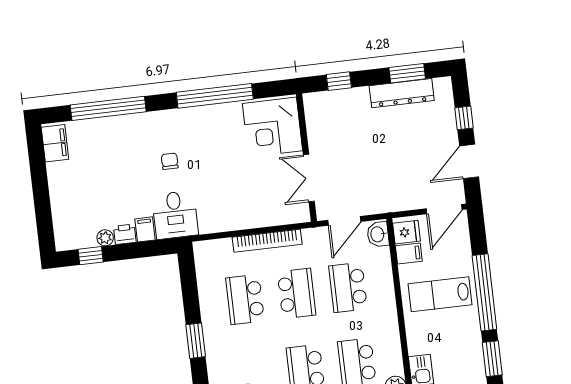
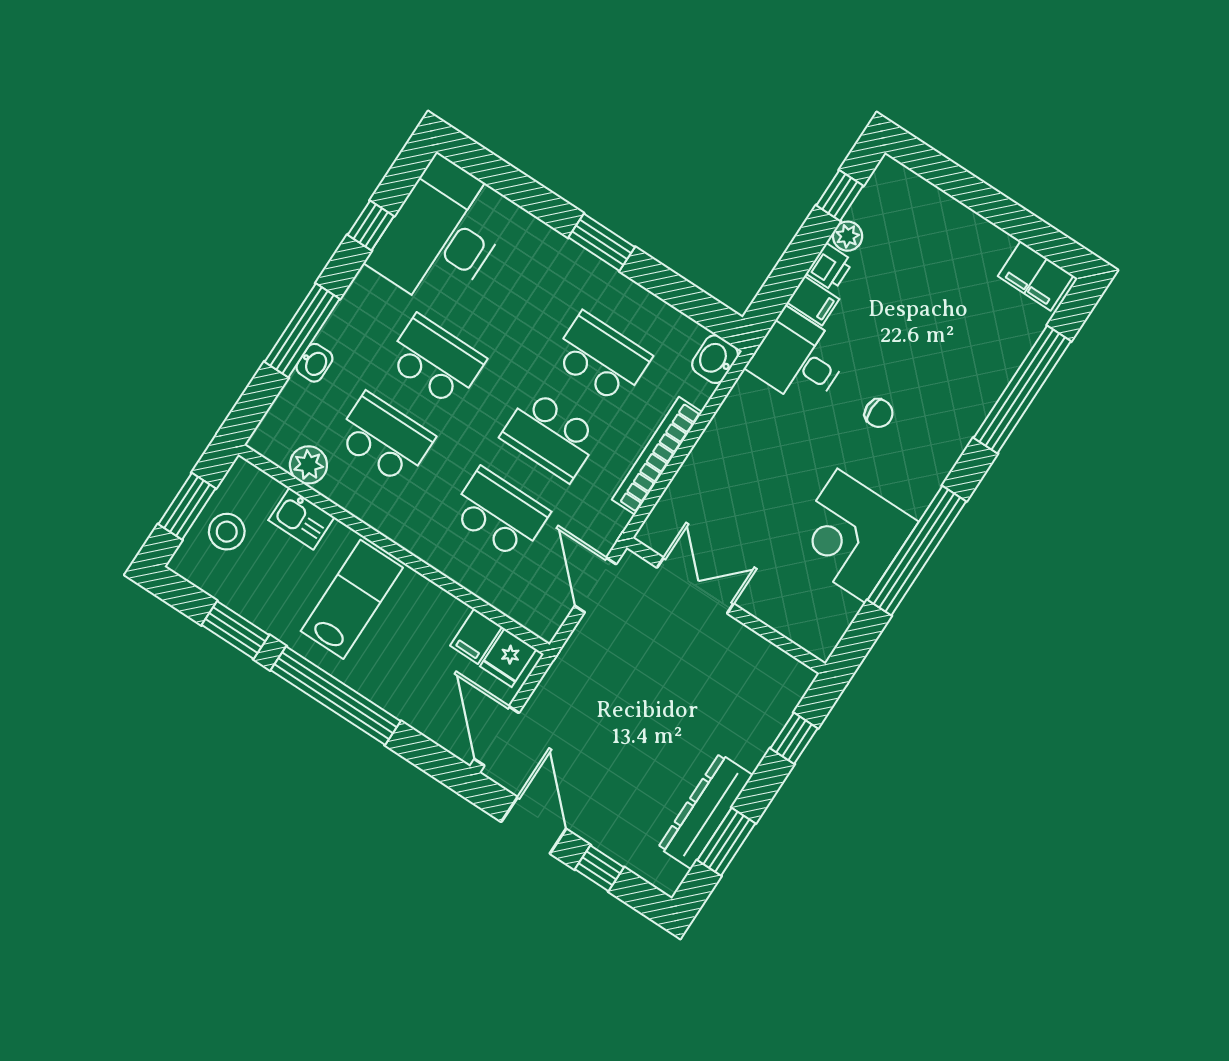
corner desk: (273, 127) -> (851, 536), moved, turned -90
washbasin: (378, 234) -> (715, 359), moved, turned -90
lab bench: (440, 294) -> (352, 599), moved

